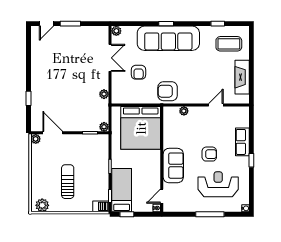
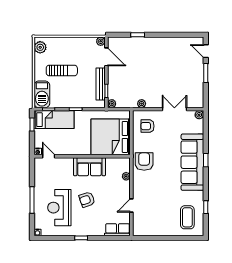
double door: (110, 58) -> (174, 109), swing flipped
armchair: (139, 72) -> (147, 126), moved
fireplace: (242, 77) -> (157, 229), removed
door: (216, 105) -> (131, 205), swing flipped
door: (53, 133) -> (106, 57), hinge flipped
bench: (82, 139) -> (101, 84), added
row of seats: (242, 142) -> (117, 230), moved
armchair: (209, 154) -> (87, 200), turned 71
sofa: (173, 166) -> (89, 167), moved
reception desk: (218, 184) -> (59, 208), turned 180
barbecue: (101, 206) -> (42, 94), width x1.88, depth x1.53

